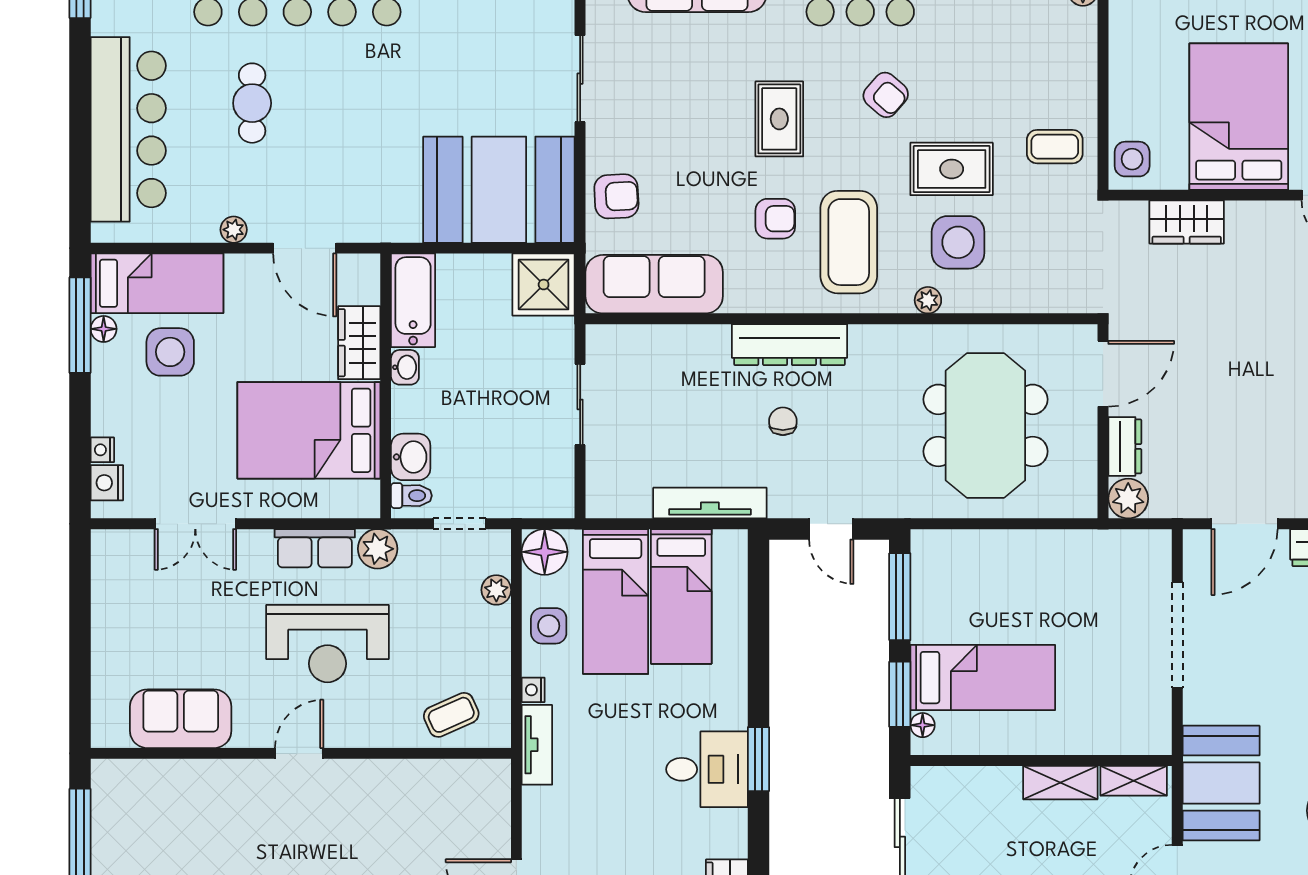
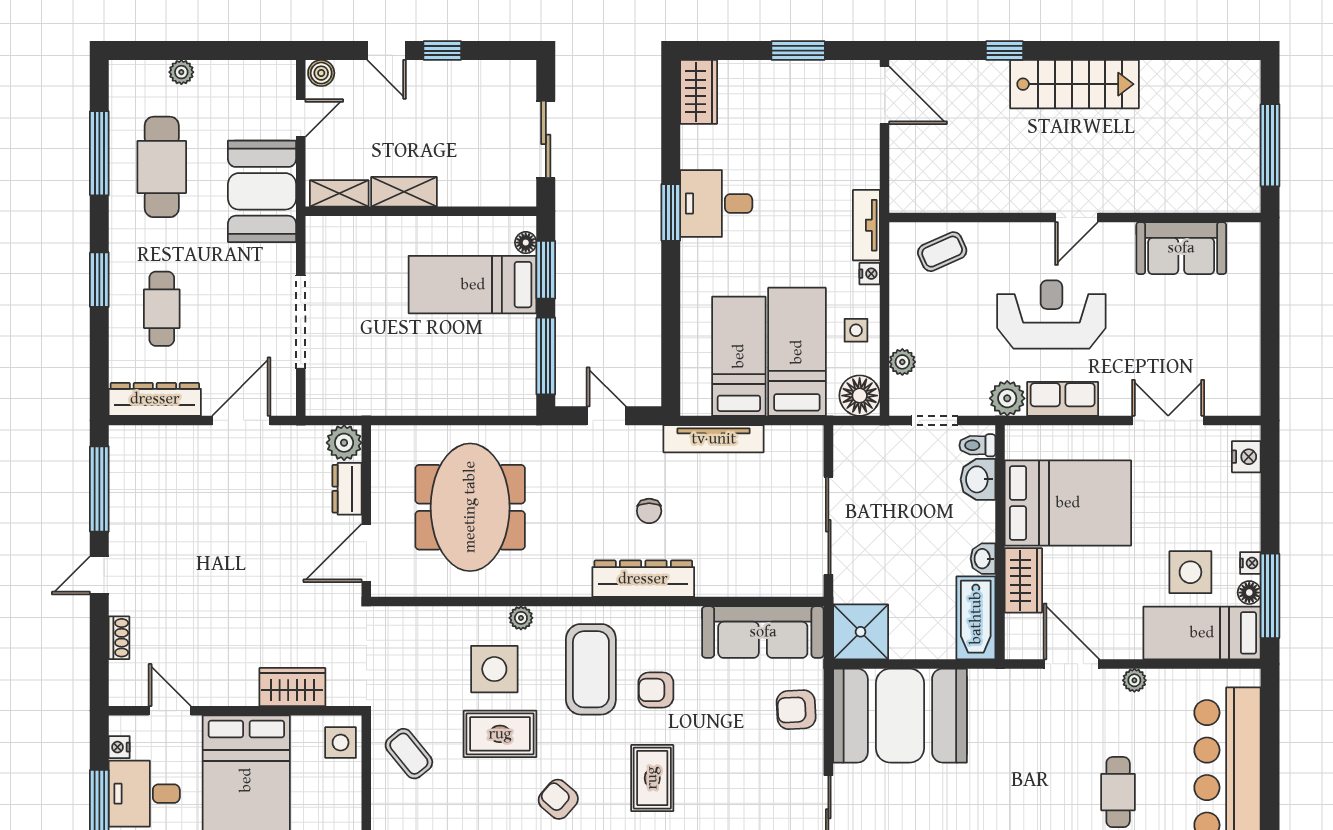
coffee table: (1055, 147) -> (409, 754), turned 51
sliding door: (580, 404) -> (828, 526), width x1.37
nightstand: (102, 450) -> (1250, 563), moved
side table: (549, 626) -> (856, 330), width x0.73, depth x0.73

